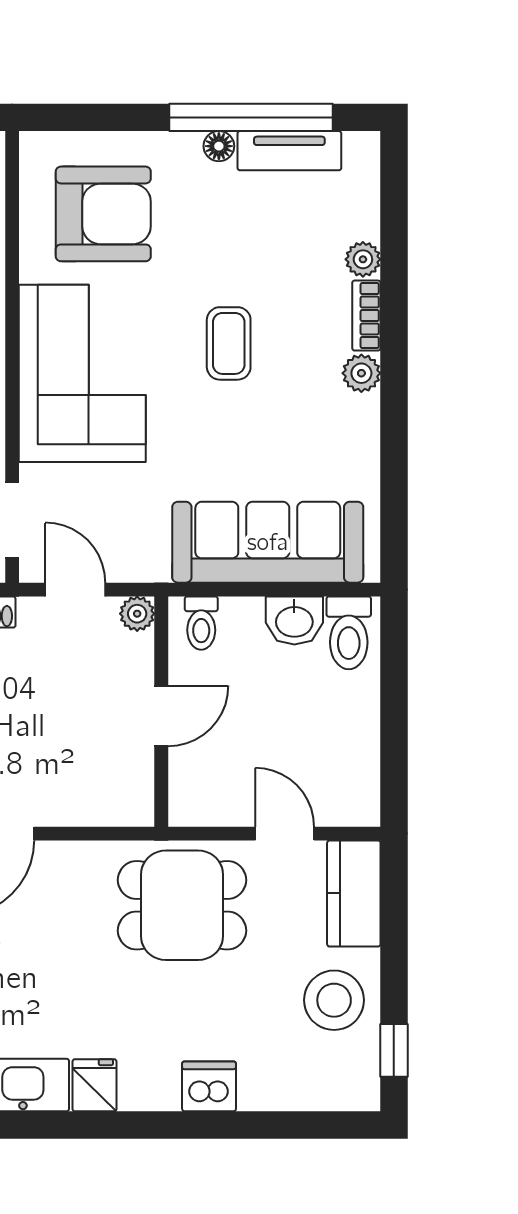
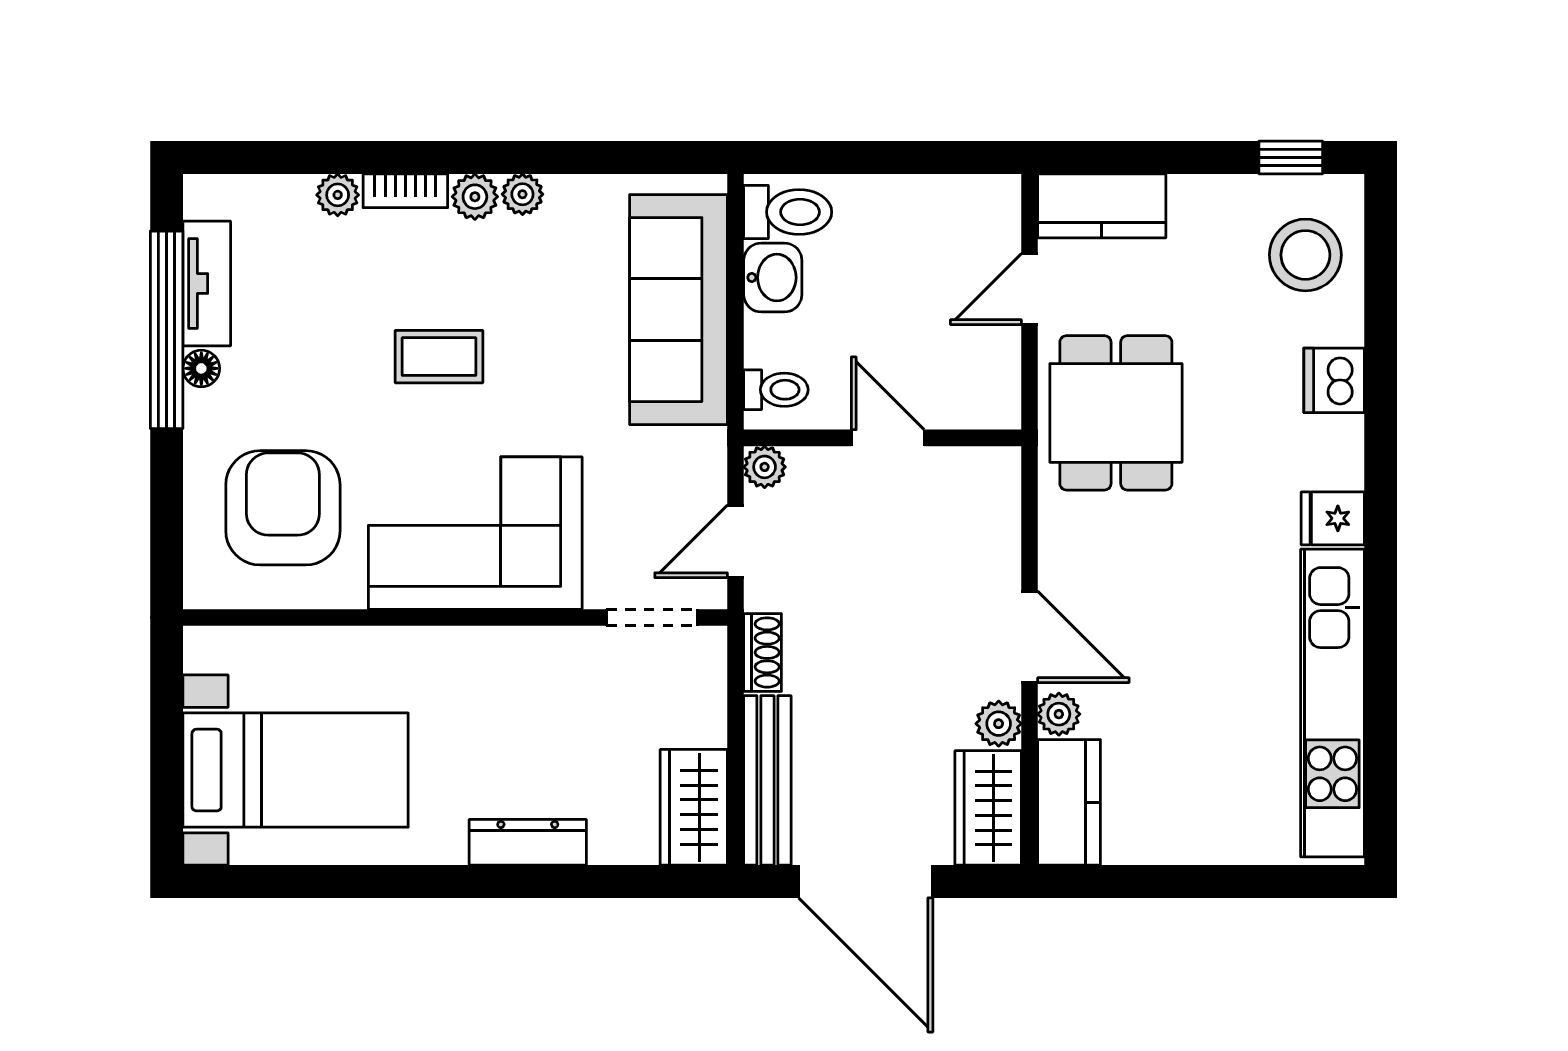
plant: (363, 413) -> (522, 194), added
stool: (334, 1000) -> (1305, 255), moved

